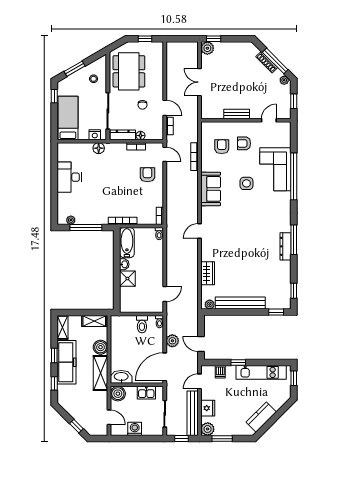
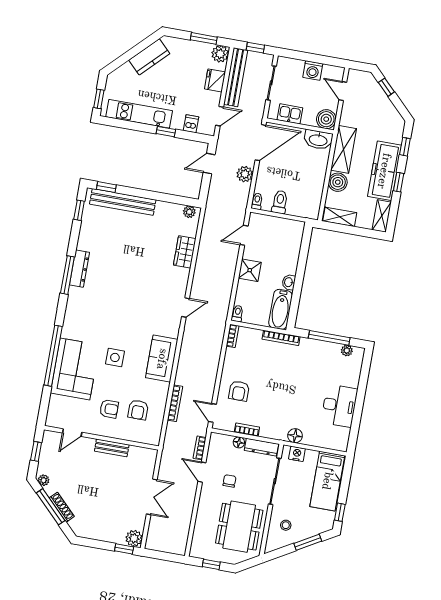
shower: (127, 279) -> (250, 270), moved
bench: (240, 303) -> (123, 202), moved
door: (201, 344) -> (209, 164), swing flipped

